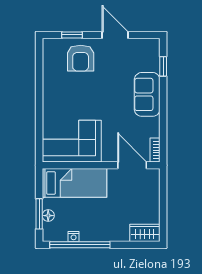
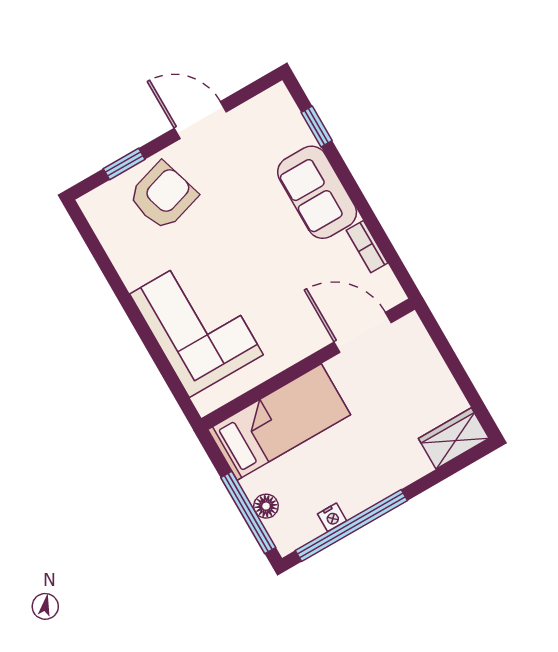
armchair: (81, 58) -> (163, 196), turned -107
corner sofa: (72, 141) -> (196, 324), moved, turned 90
bookcase: (155, 150) -> (367, 247), moved
window: (39, 214) -> (248, 512), width x1.44

